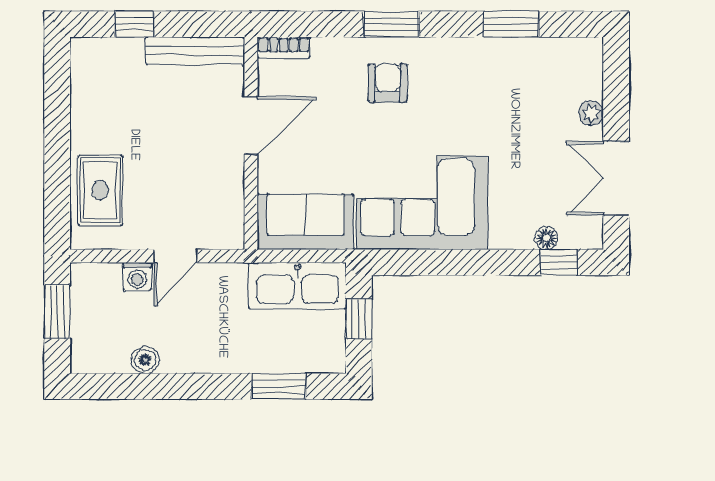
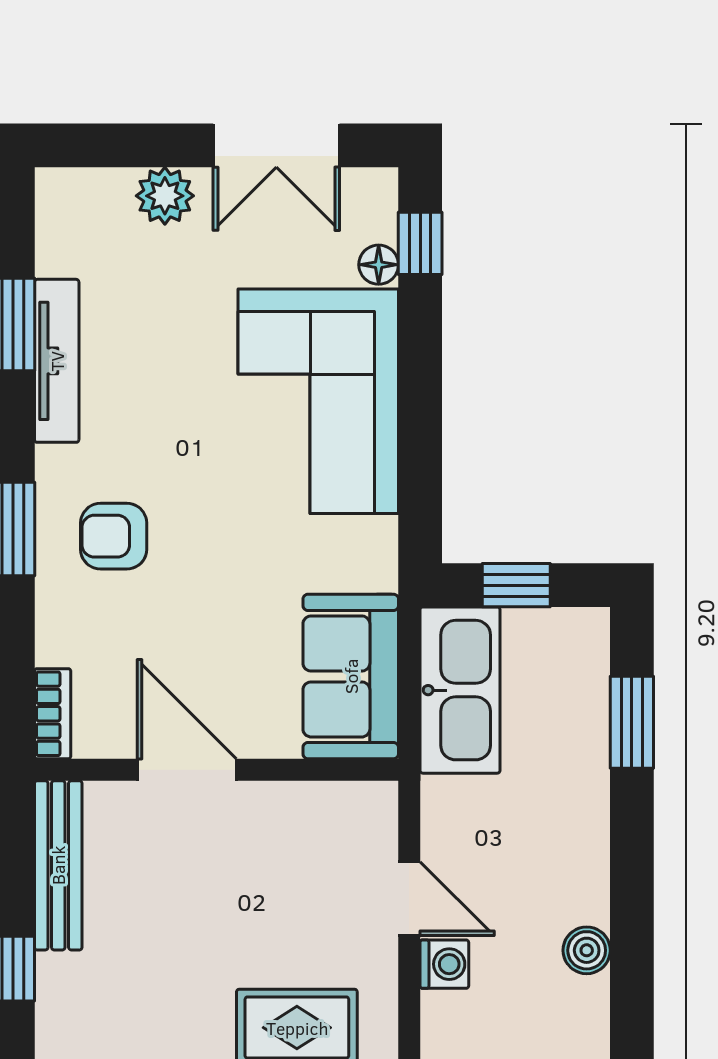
tv unit: (490, 50) -> (57, 361), added
plant: (591, 113) -> (165, 196), width x1.38, depth x1.38
corner sofa: (422, 203) -> (318, 401), moved

